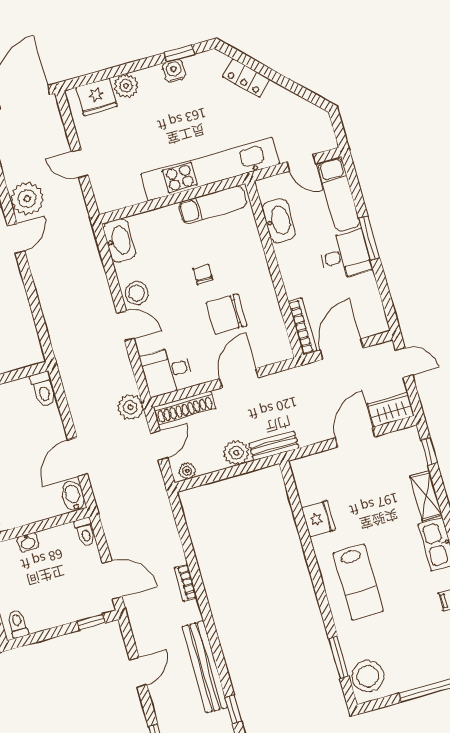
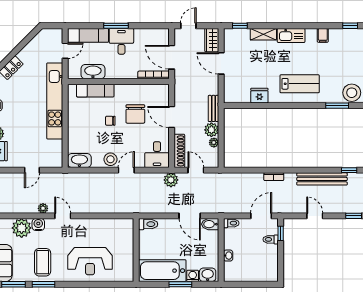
plant: (27, 199) -> (43, 208), width x0.53, depth x0.53
exam couch: (213, 205) -> (95, 91), moved, turned 90
plant: (187, 471) -> (214, 143), moved
toilet: (18, 624) -> (271, 239), moved

